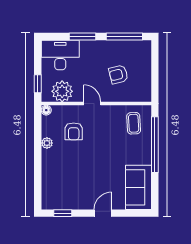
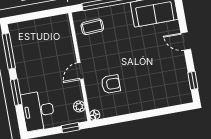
armchair: (118, 74) -> (47, 50), removed
plant: (62, 91) -> (79, 106), width x0.53, depth x0.53
plant: (47, 143) -> (127, 108), removed

